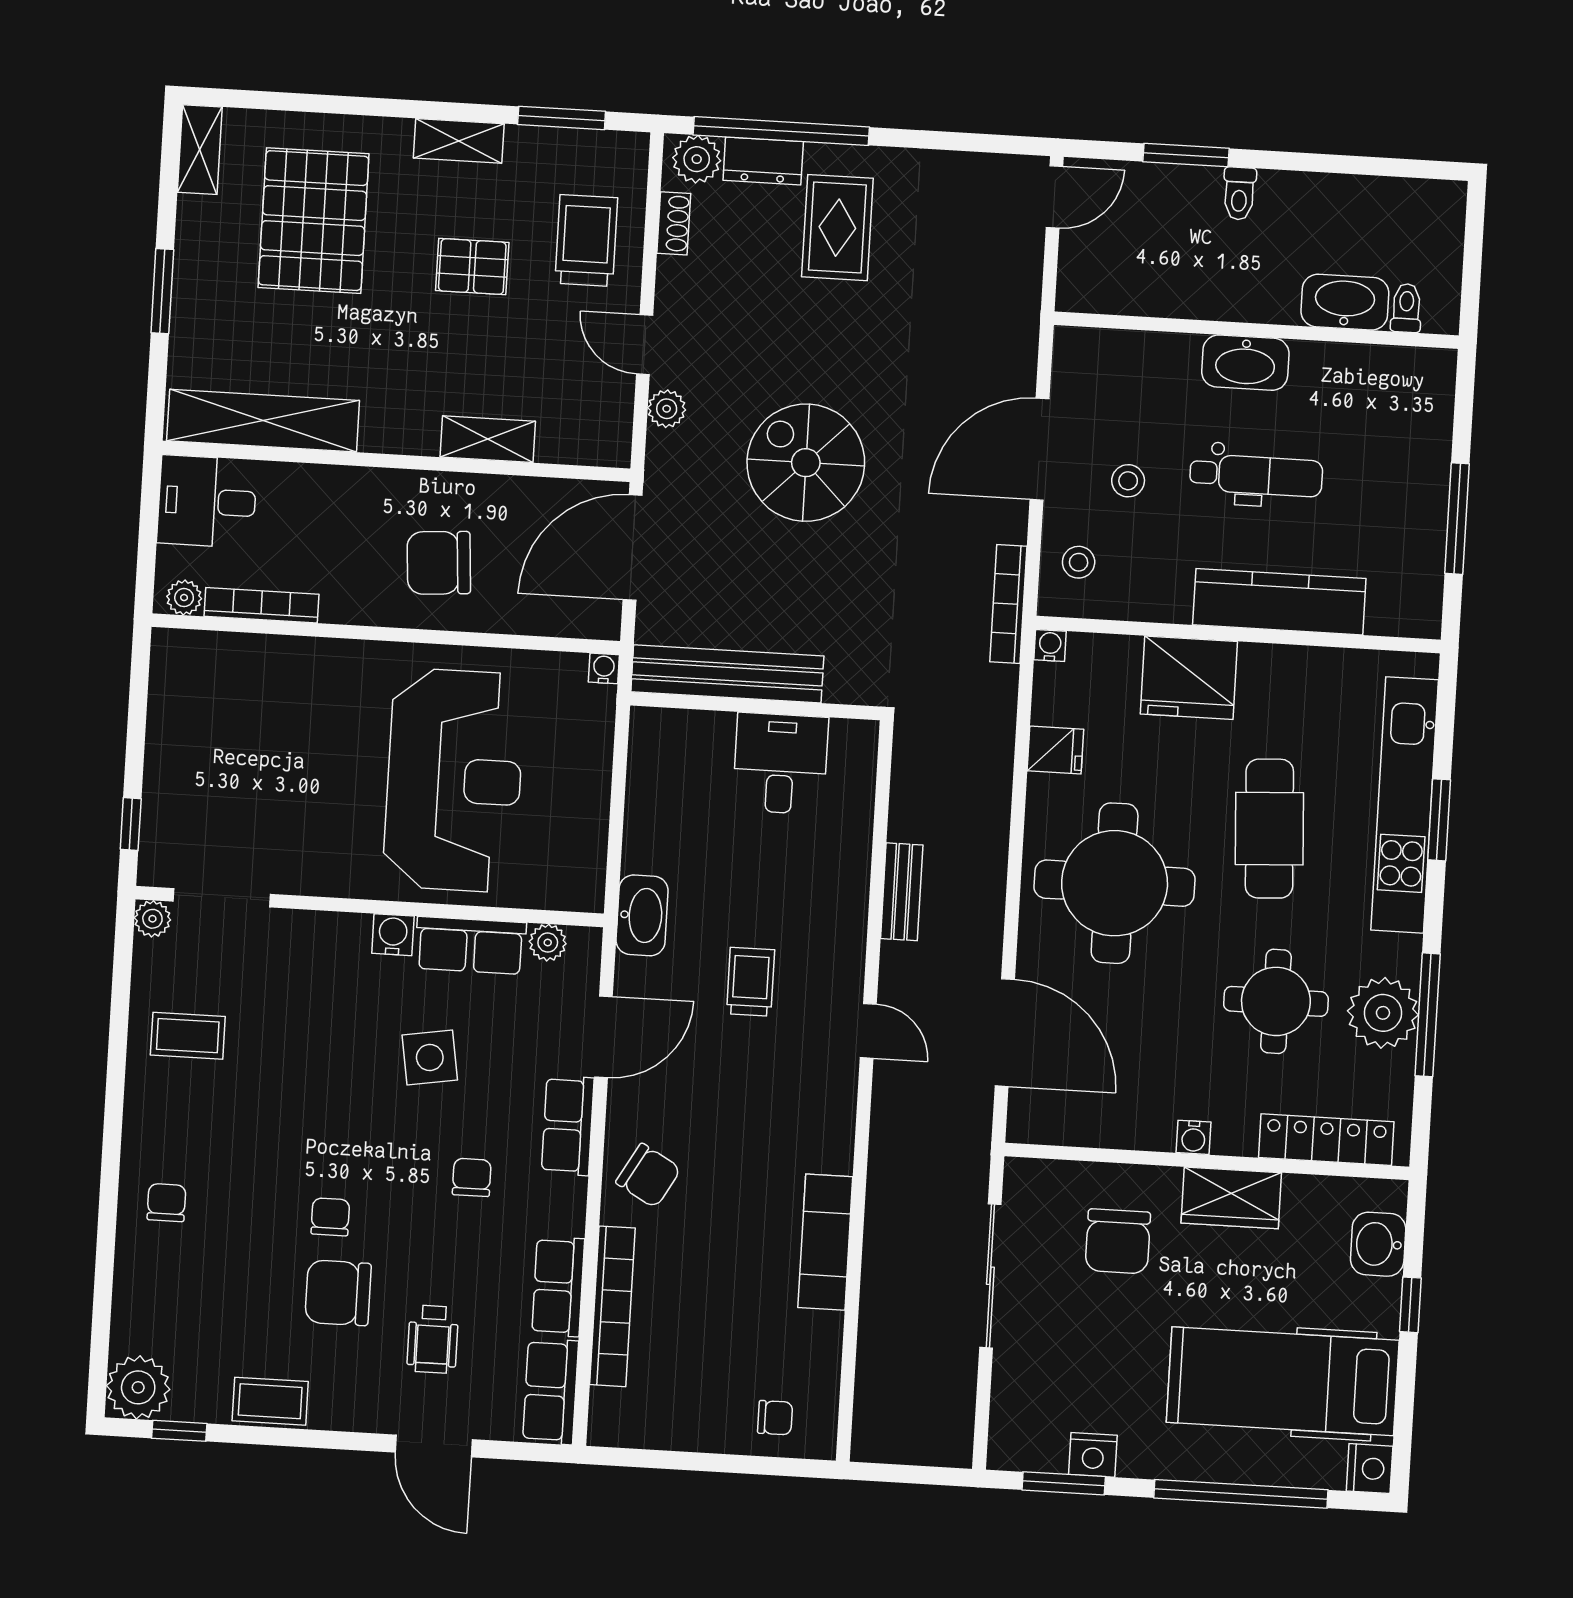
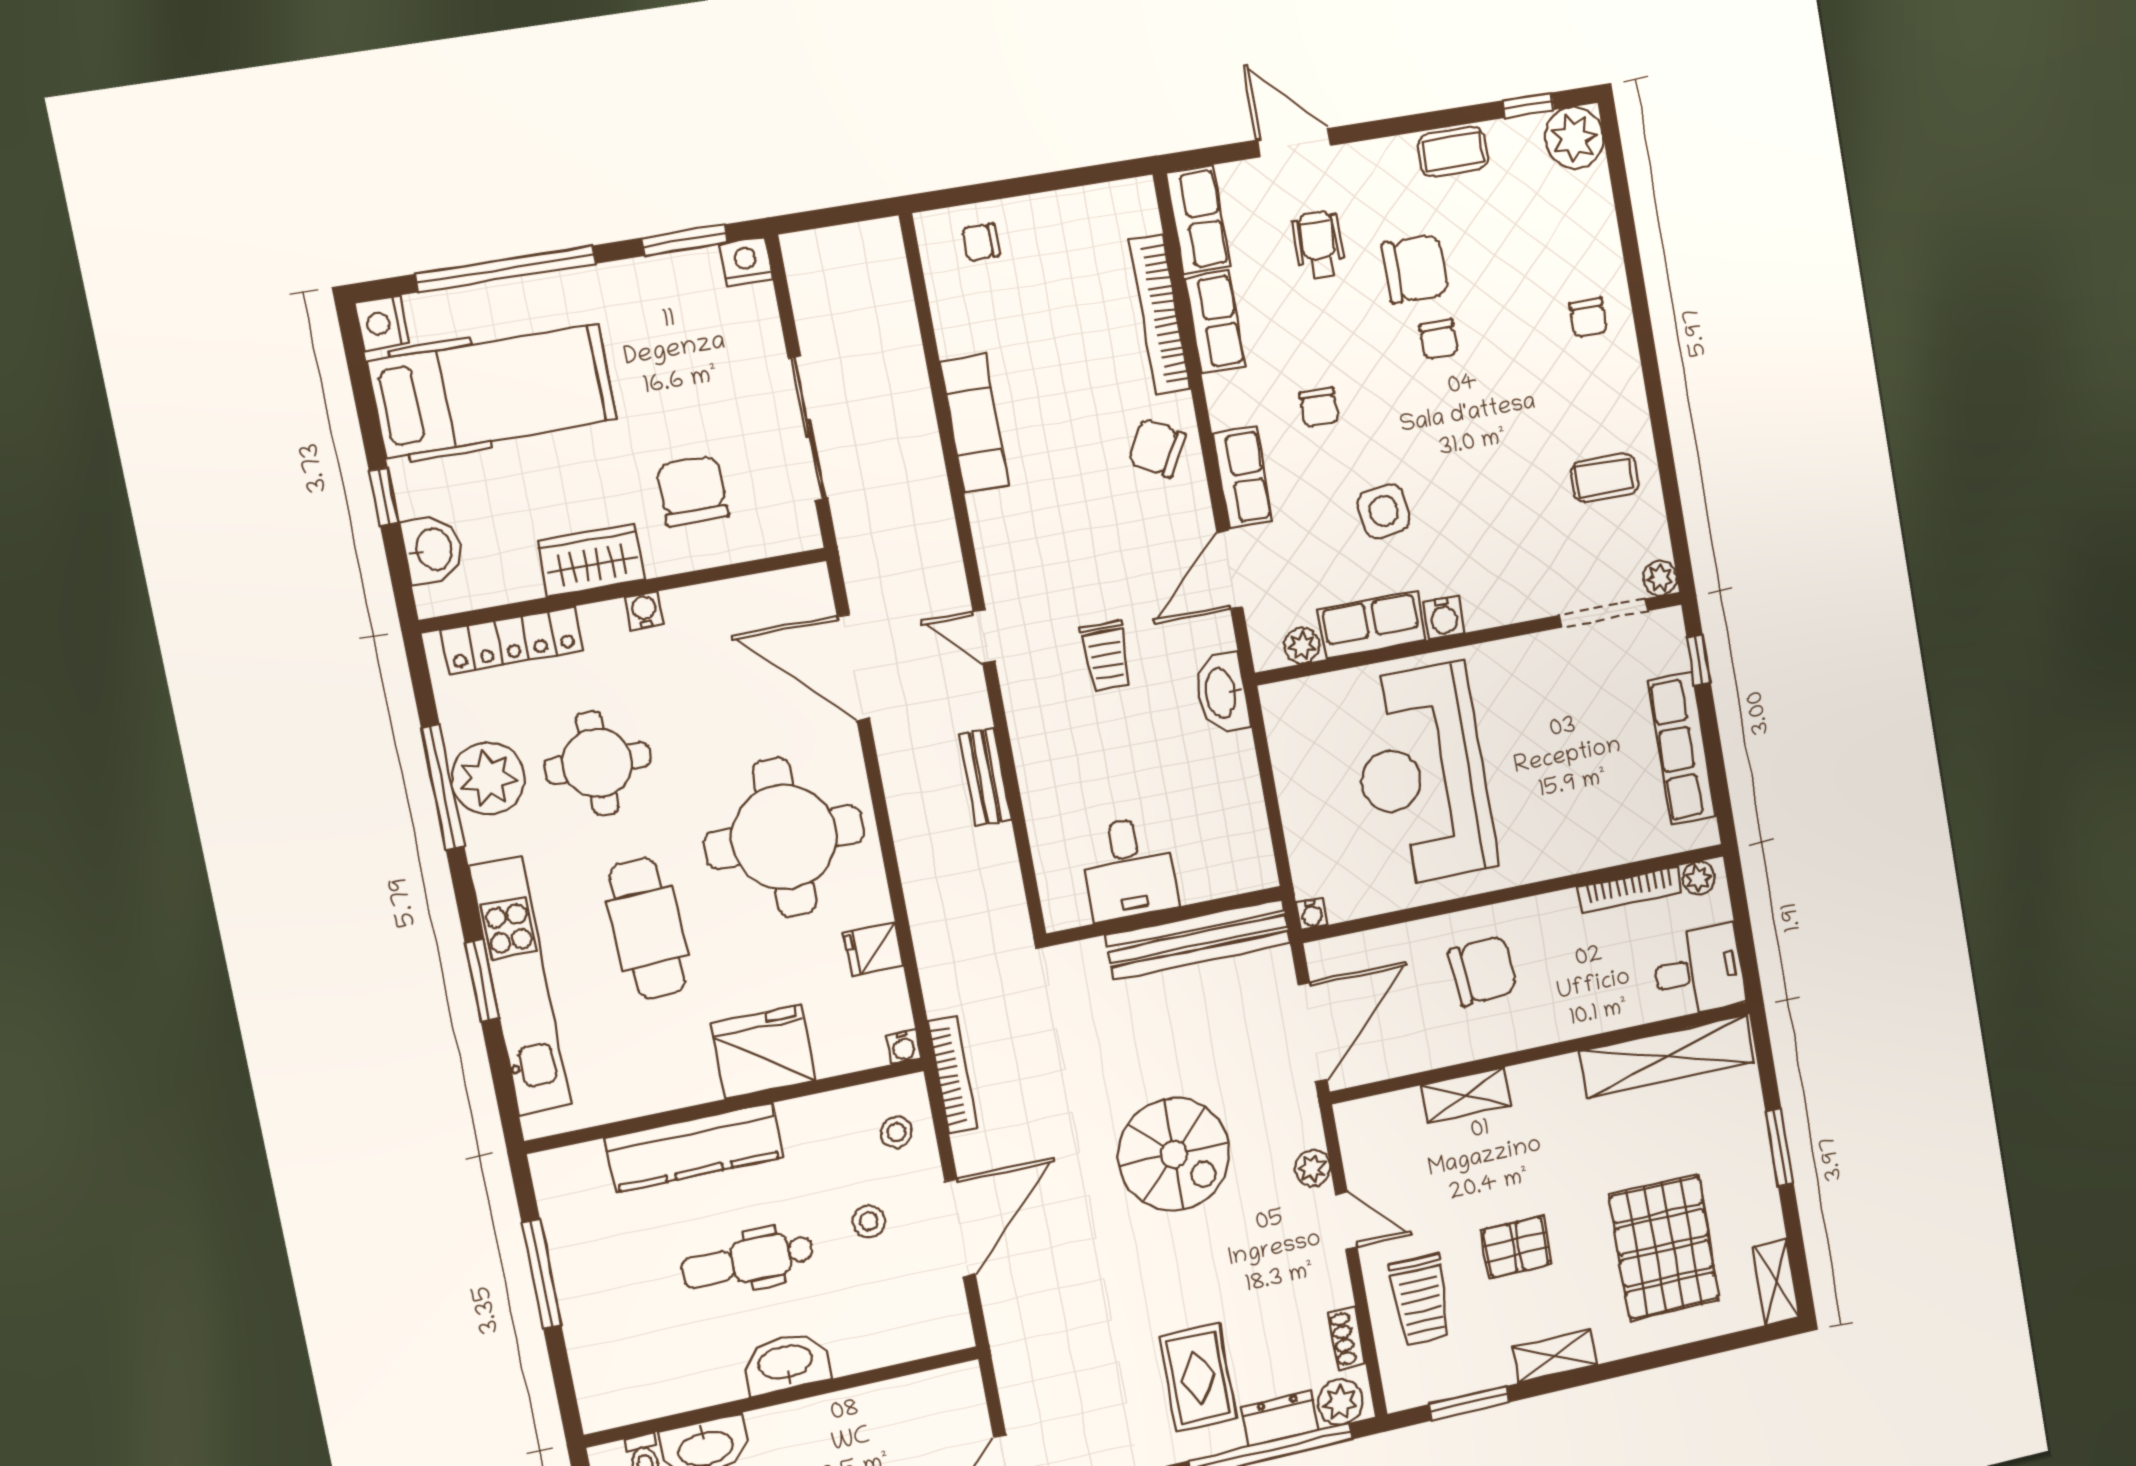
row of seats: (170, 737) -> (1682, 748), added
nightstand: (1093, 1455) -> (746, 262), moved

